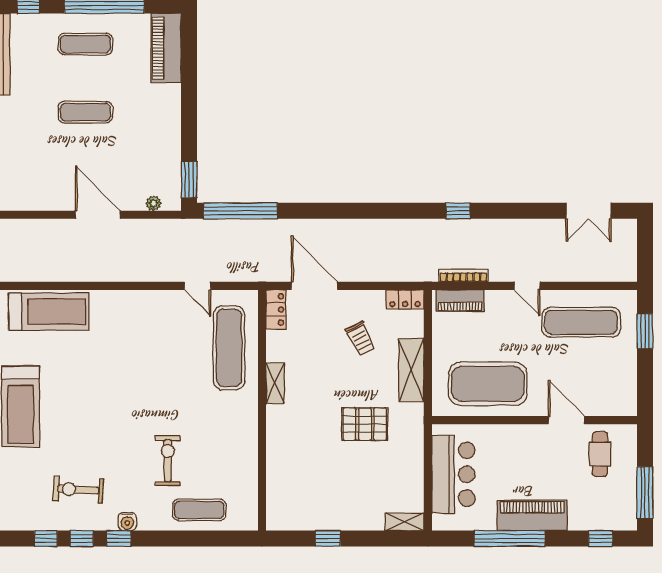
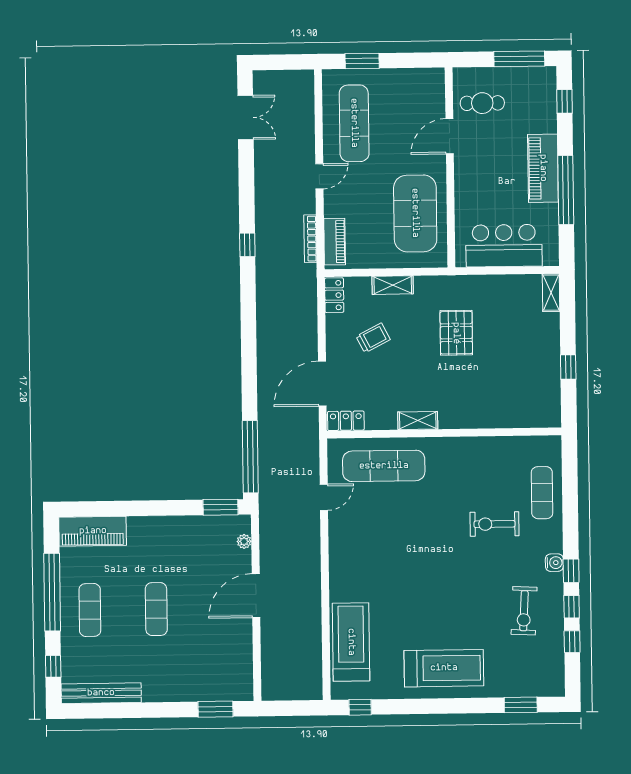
shelving: (411, 370) -> (393, 285), width x0.67, depth x0.75

